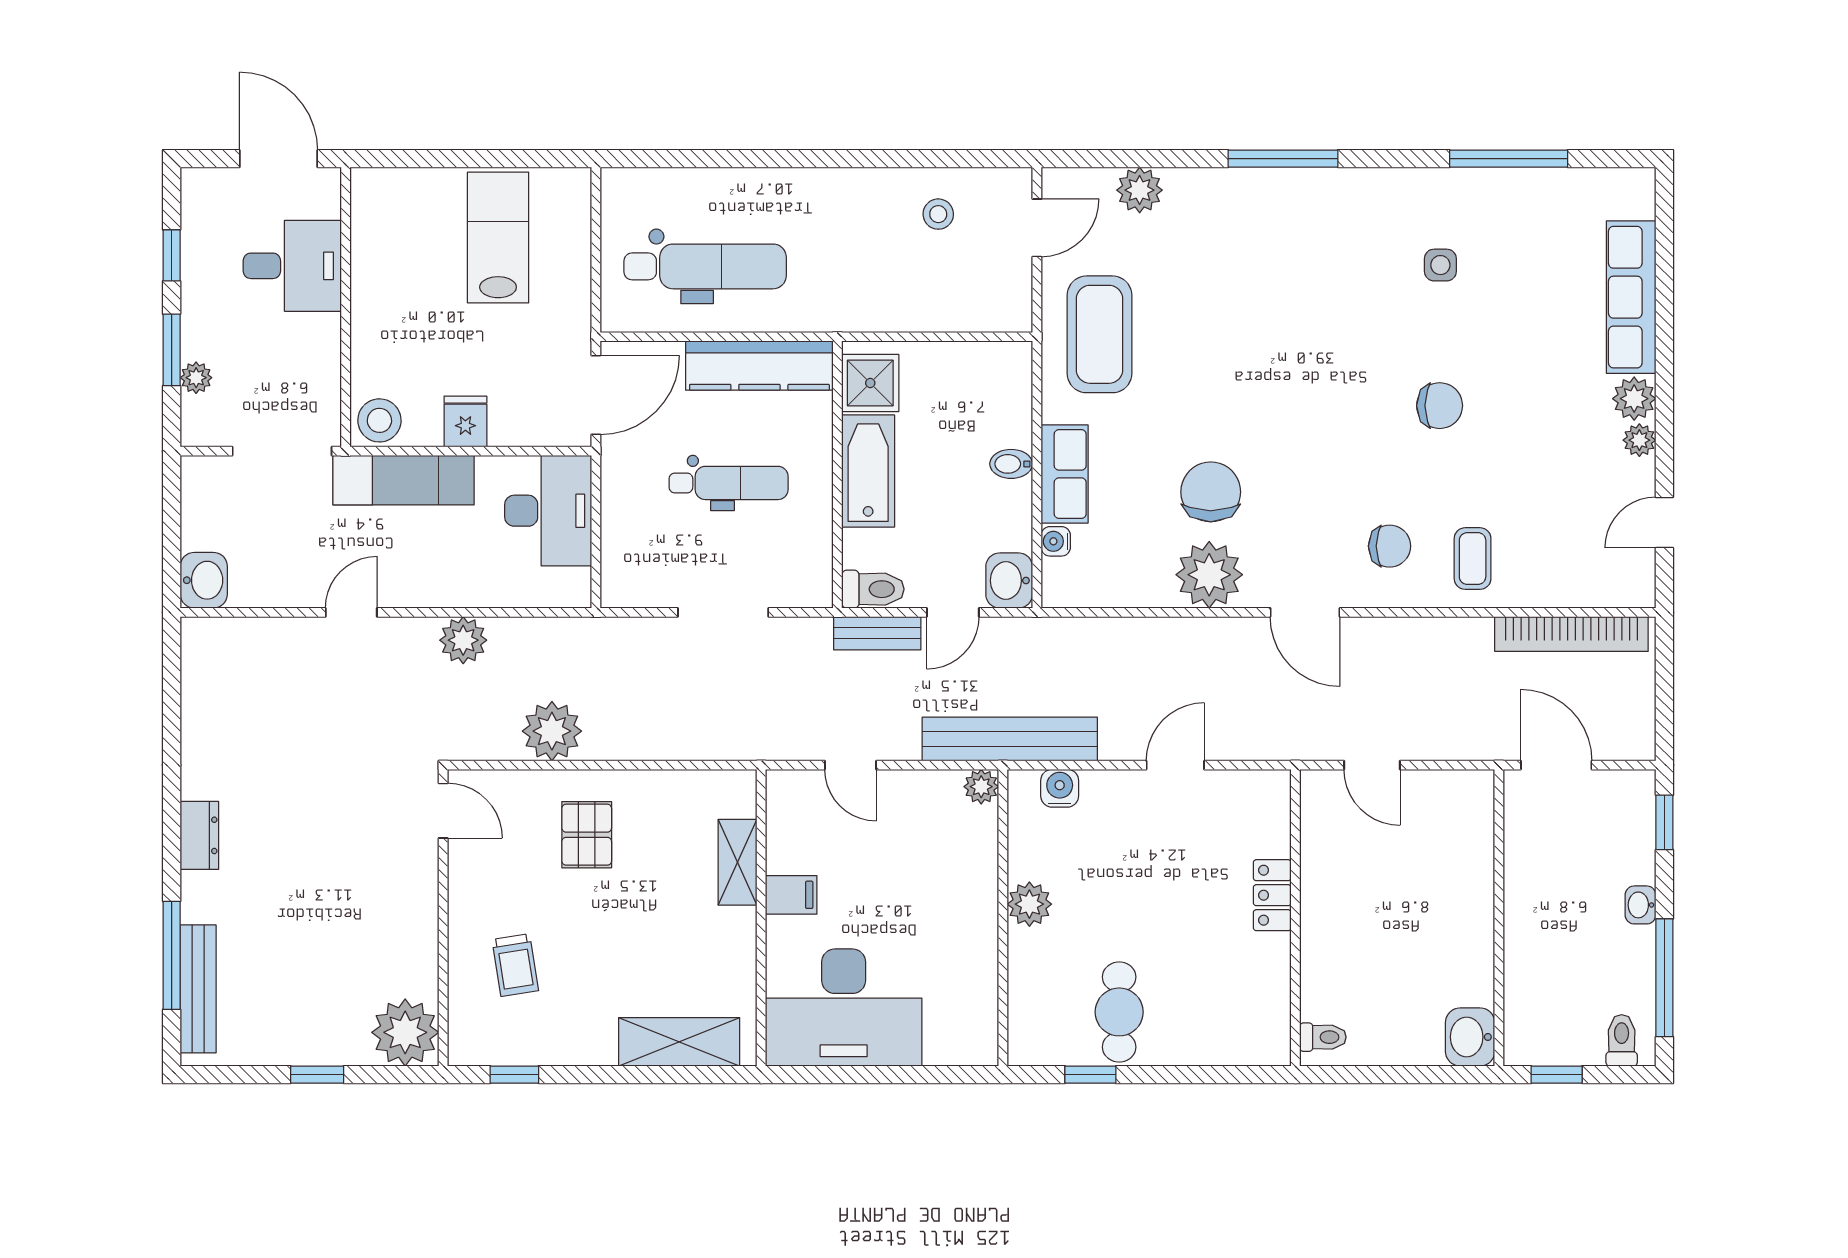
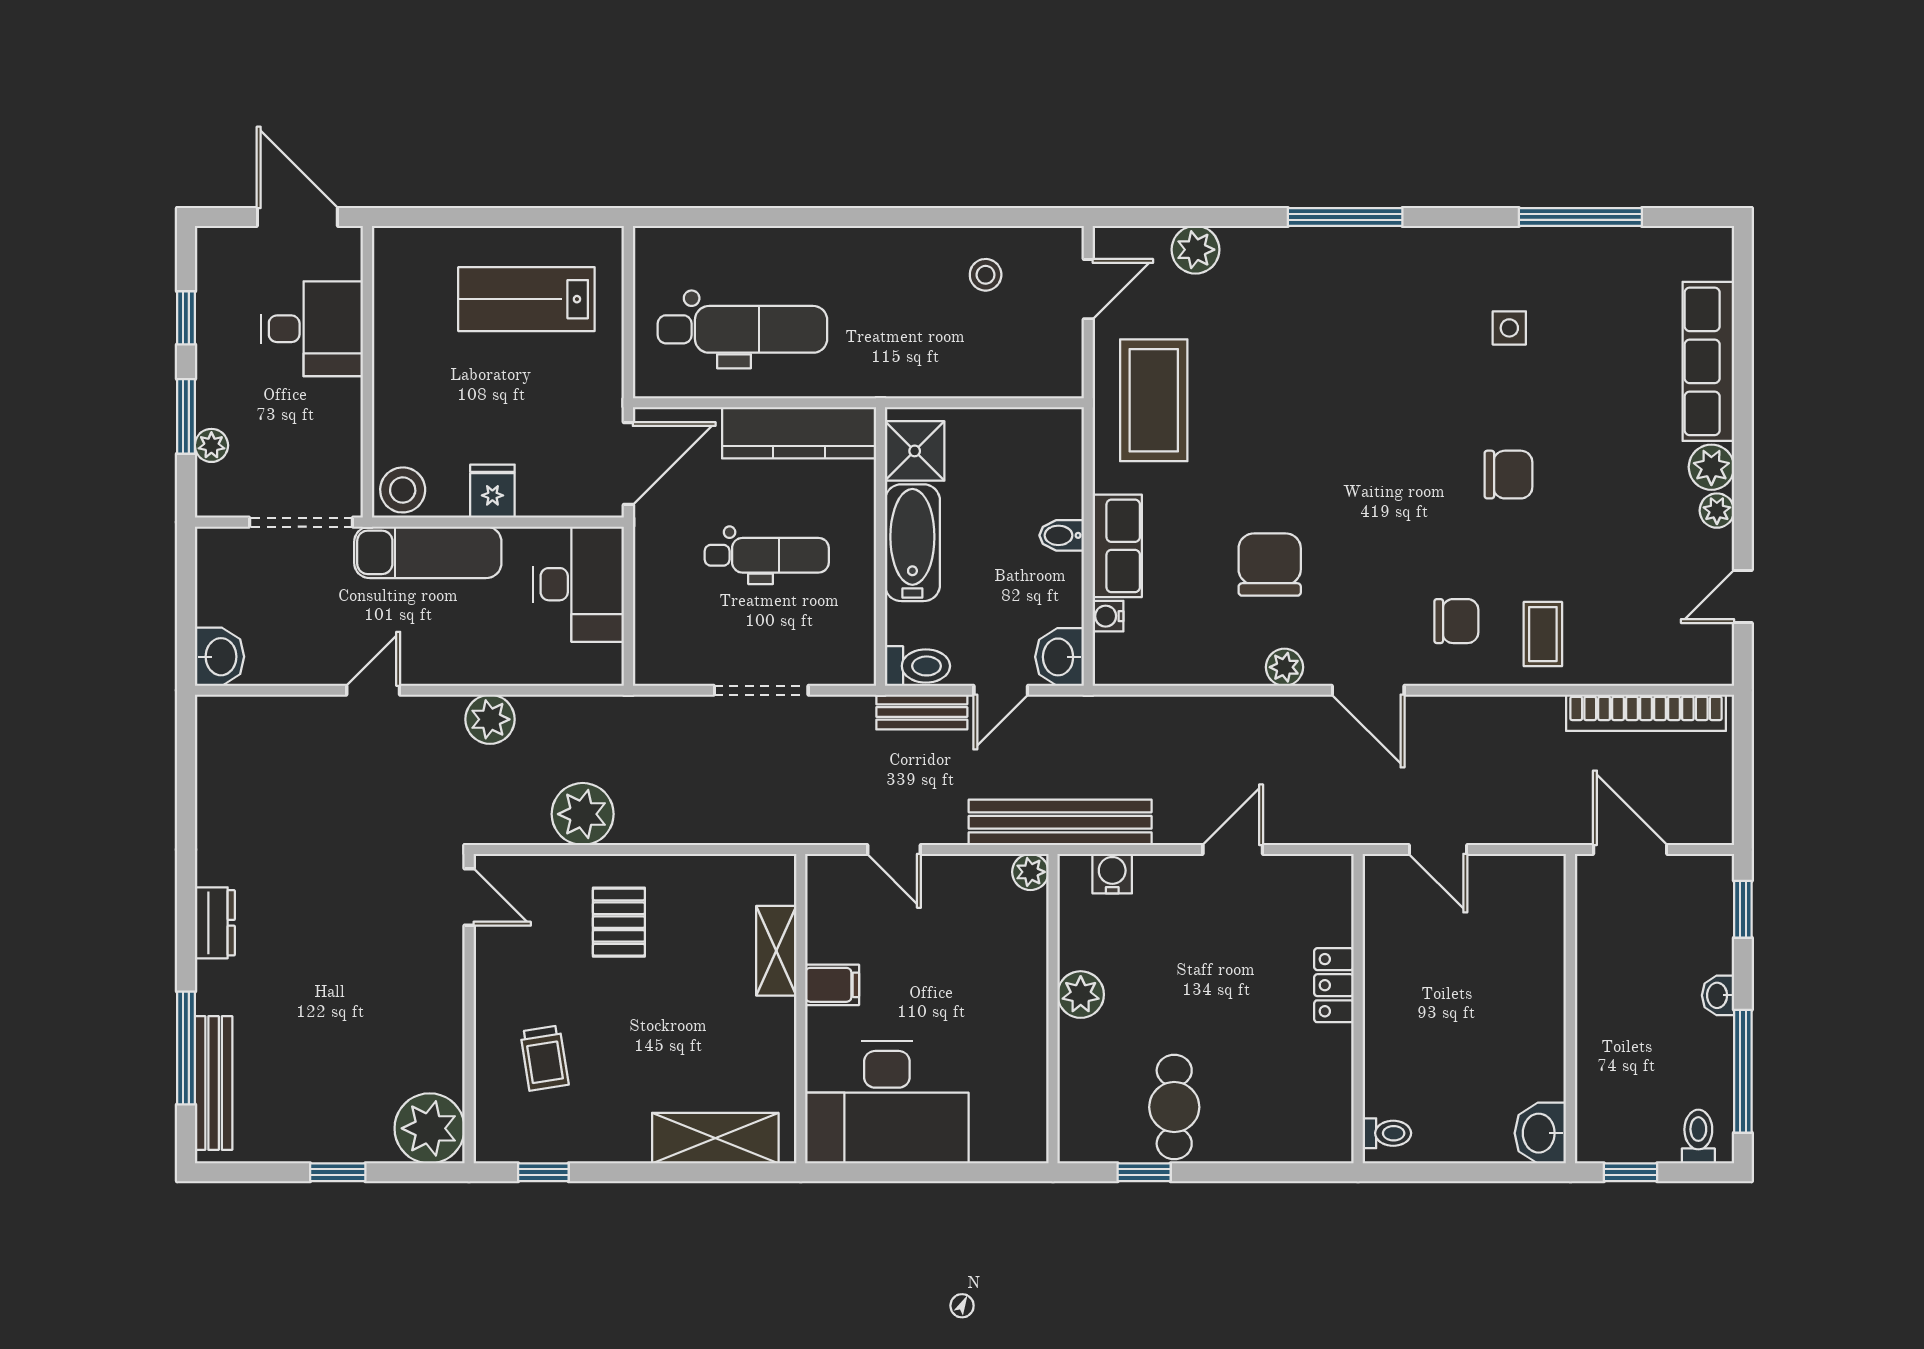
lab bench: (498, 237) -> (526, 299), turned -90
plant: (1209, 575) -> (1284, 667), width x0.53, depth x0.53

